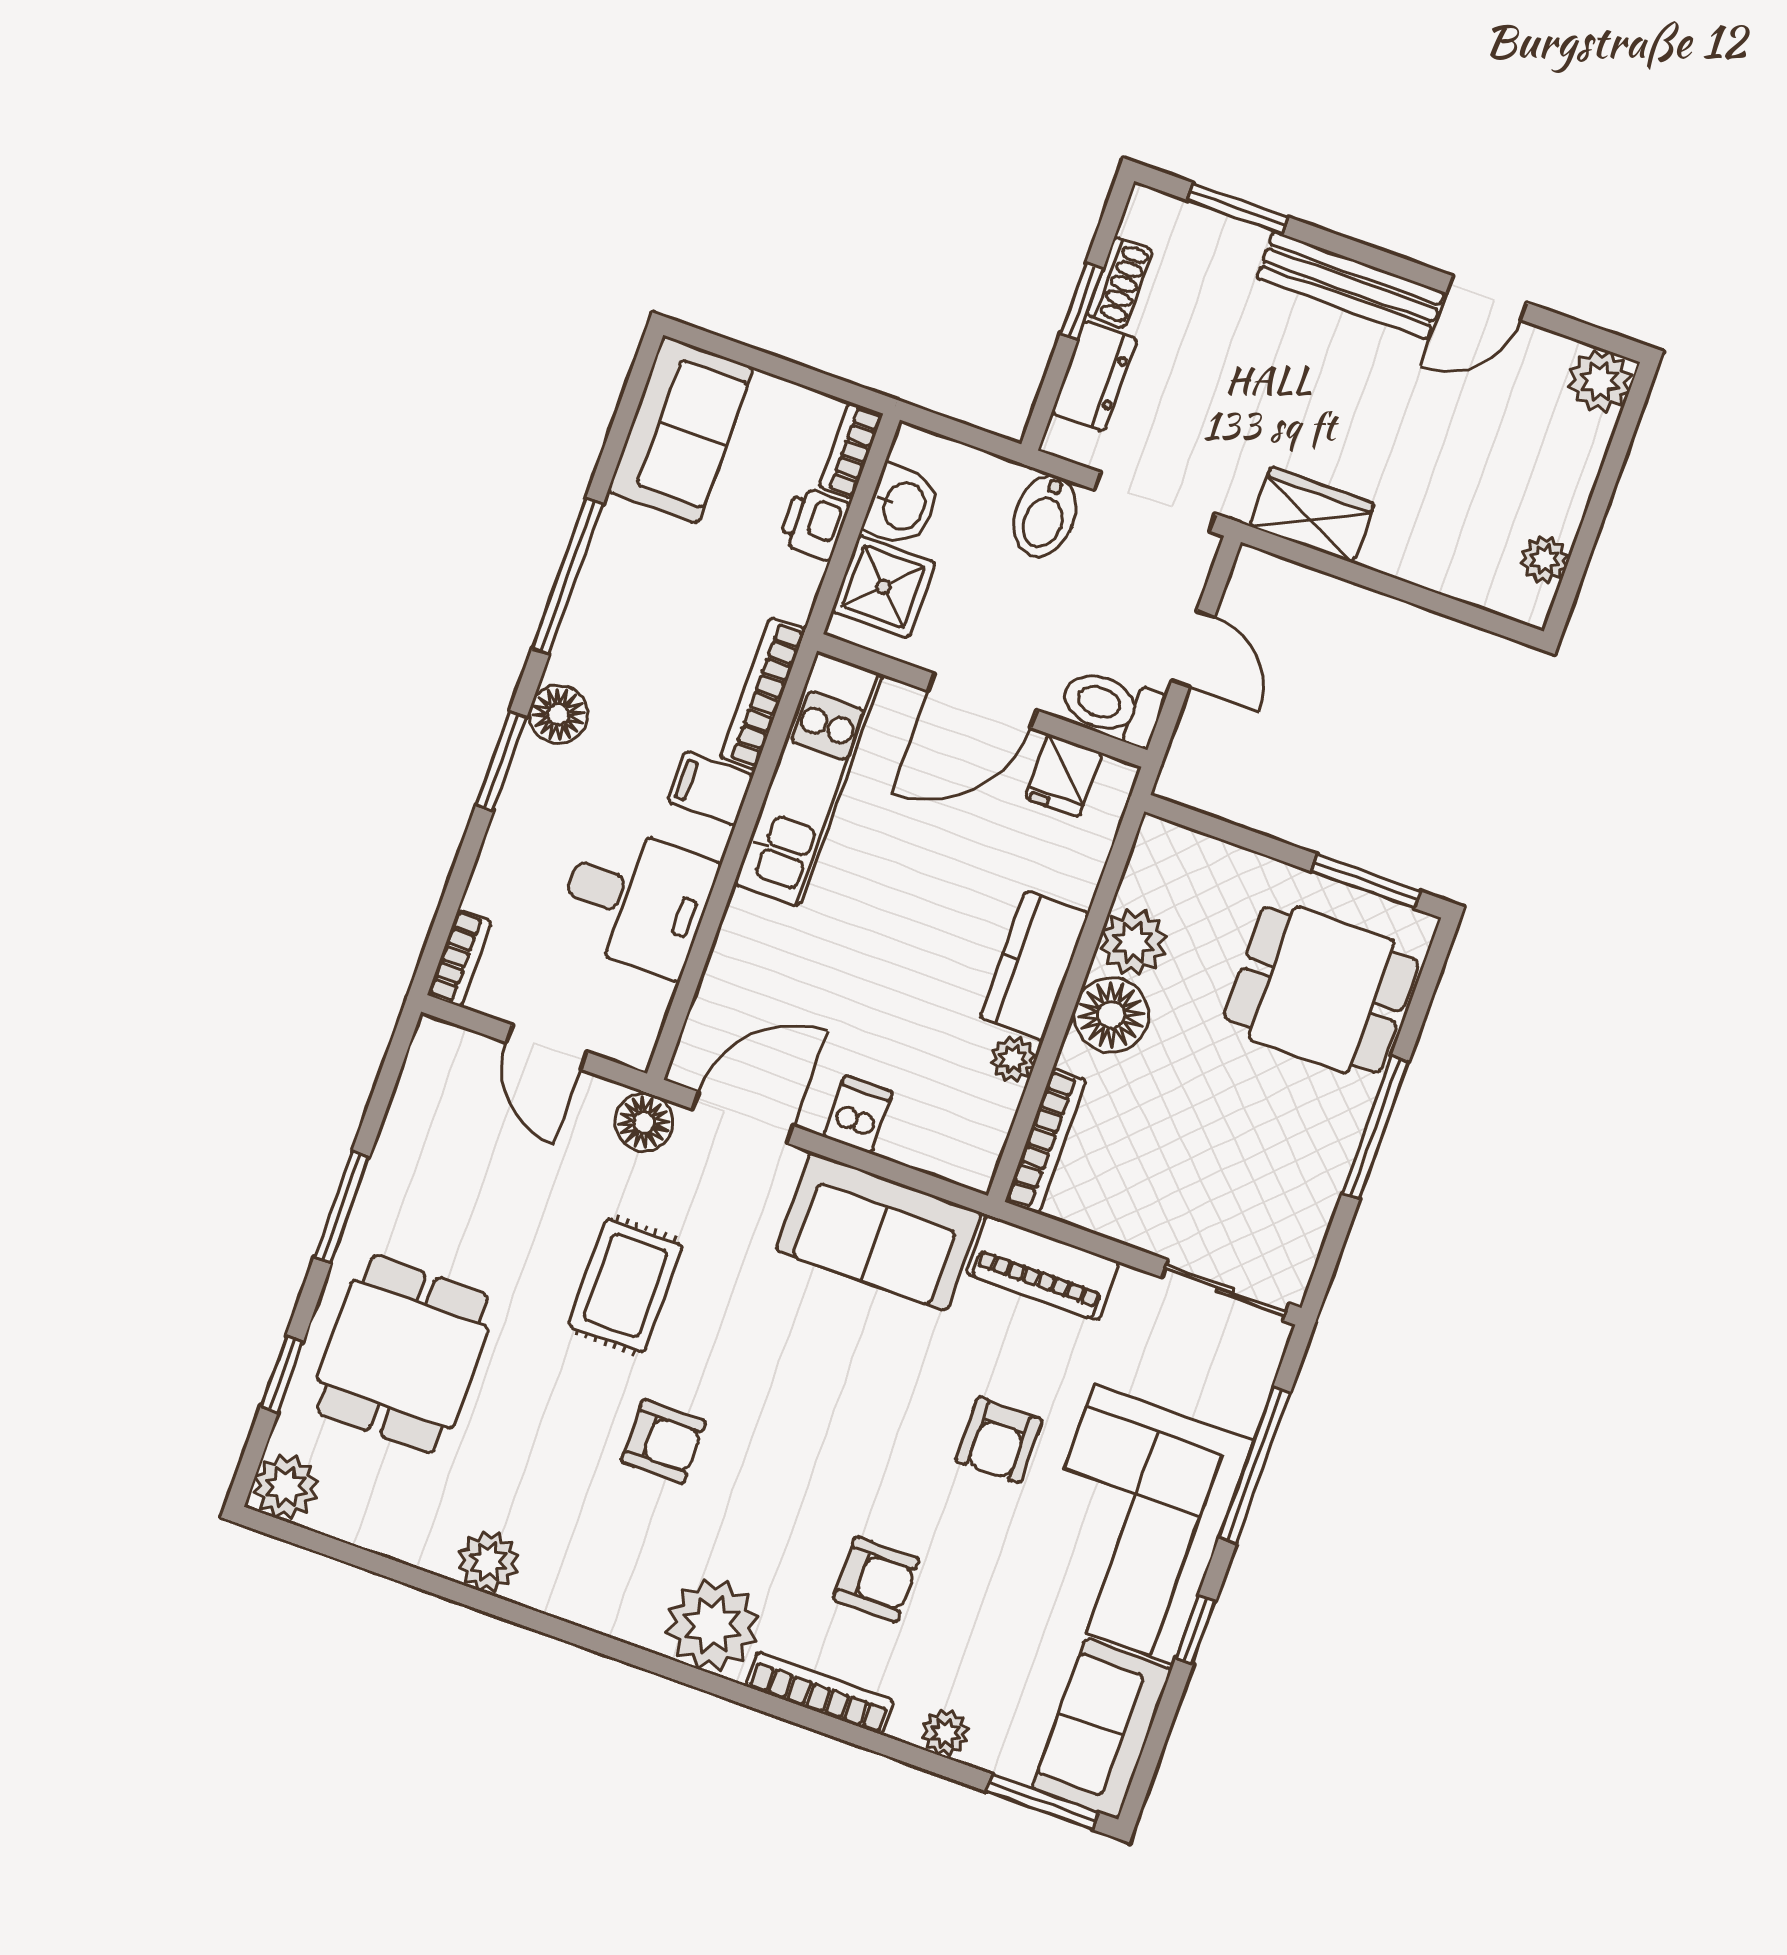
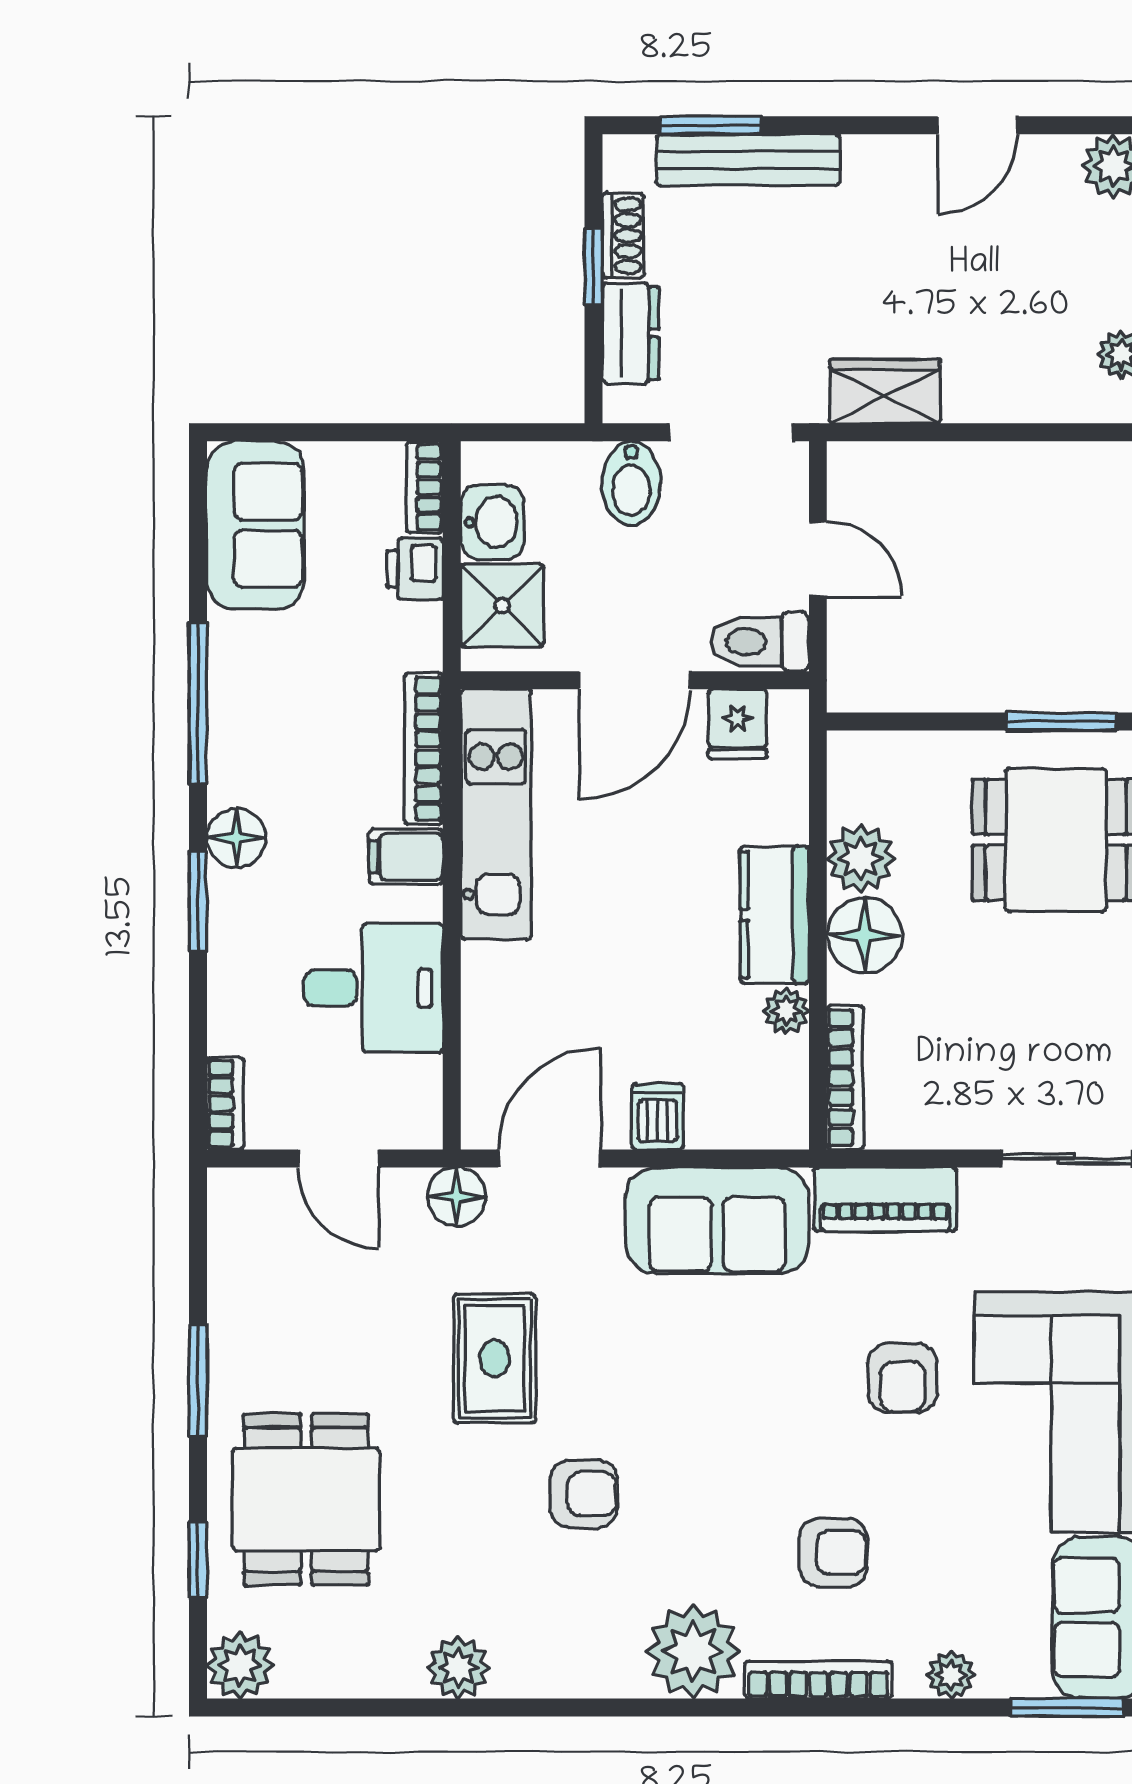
bench: (1350, 285) -> (748, 160), moved

